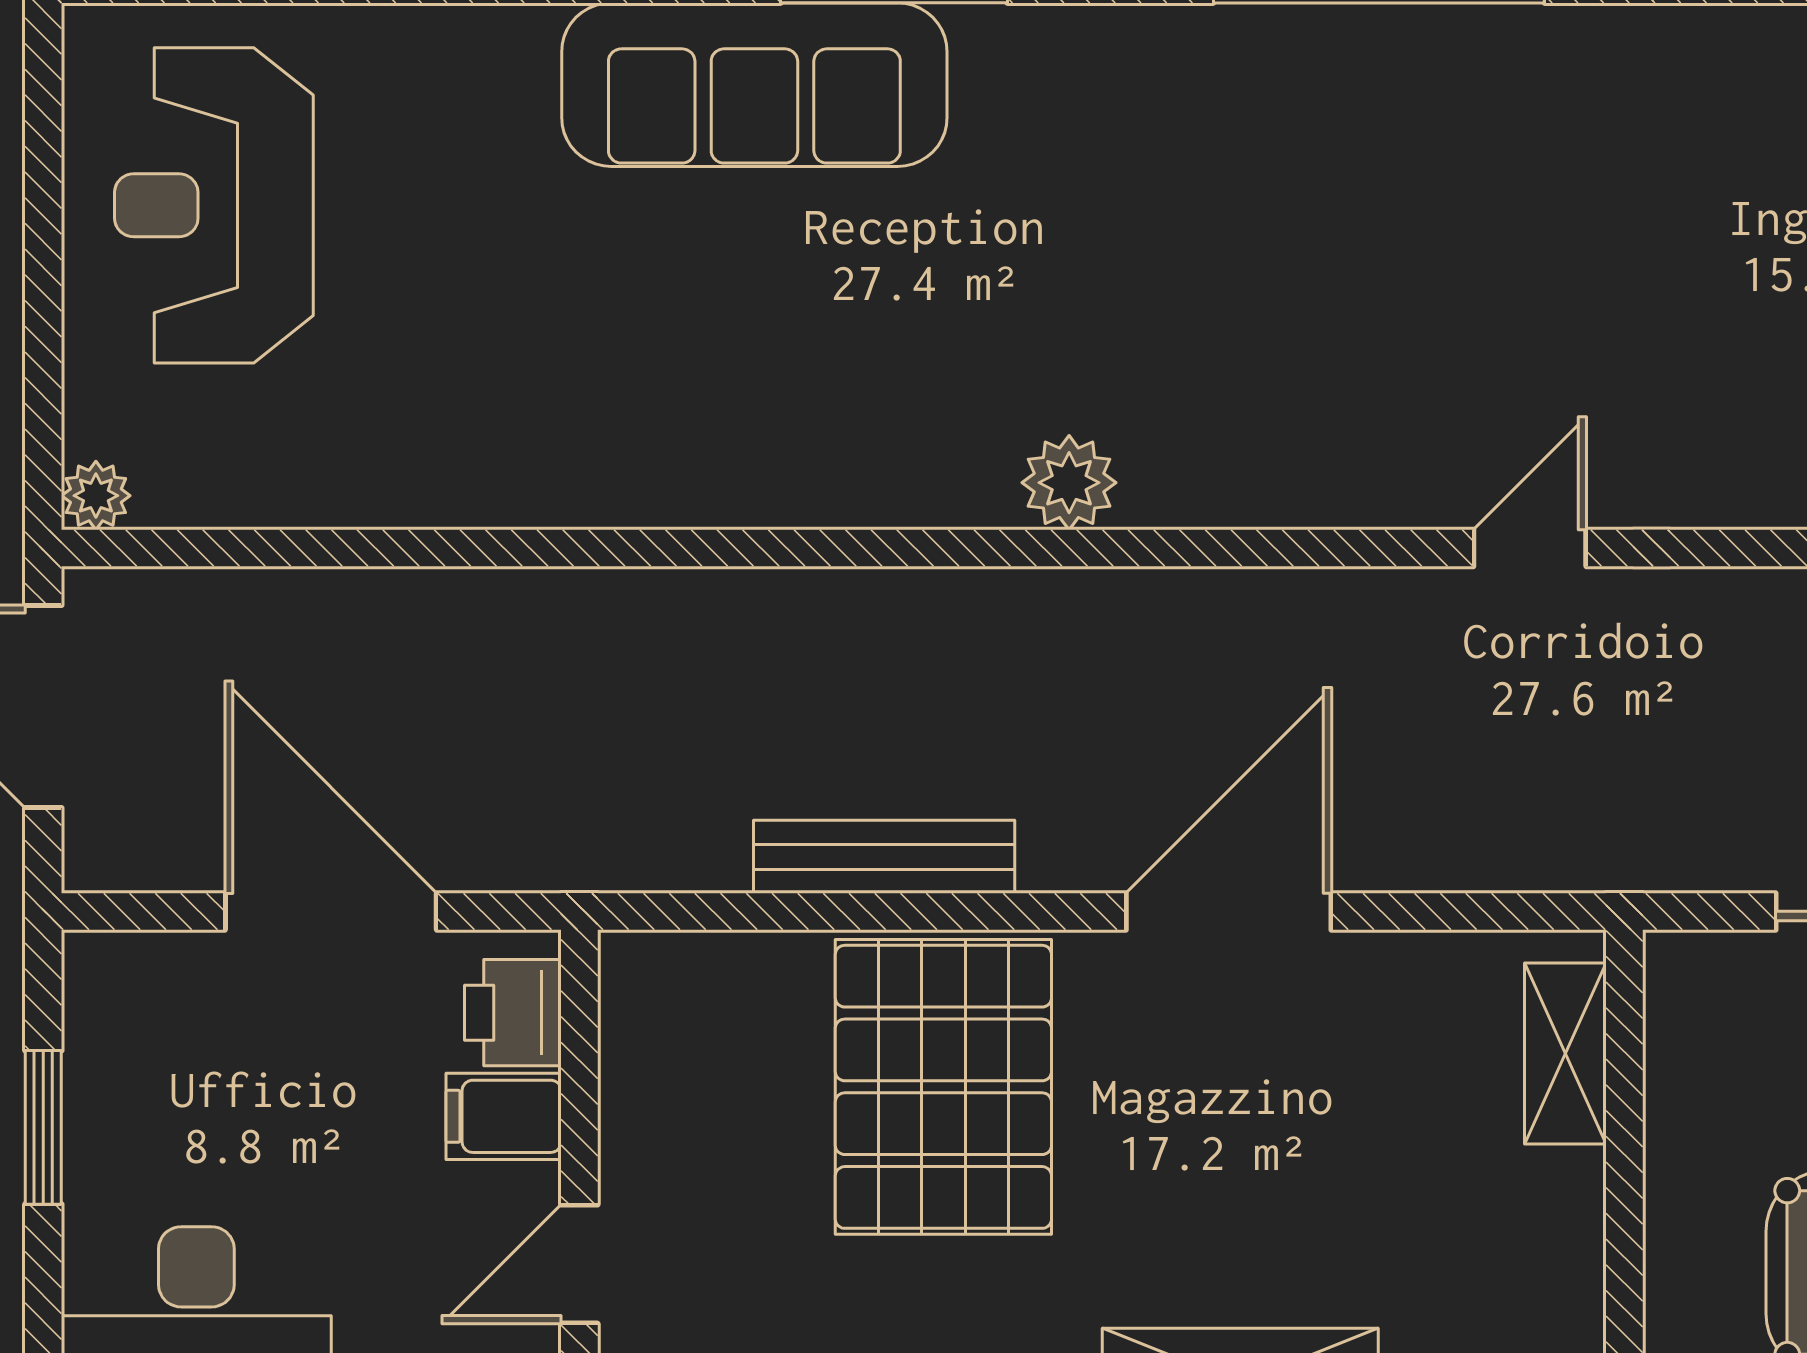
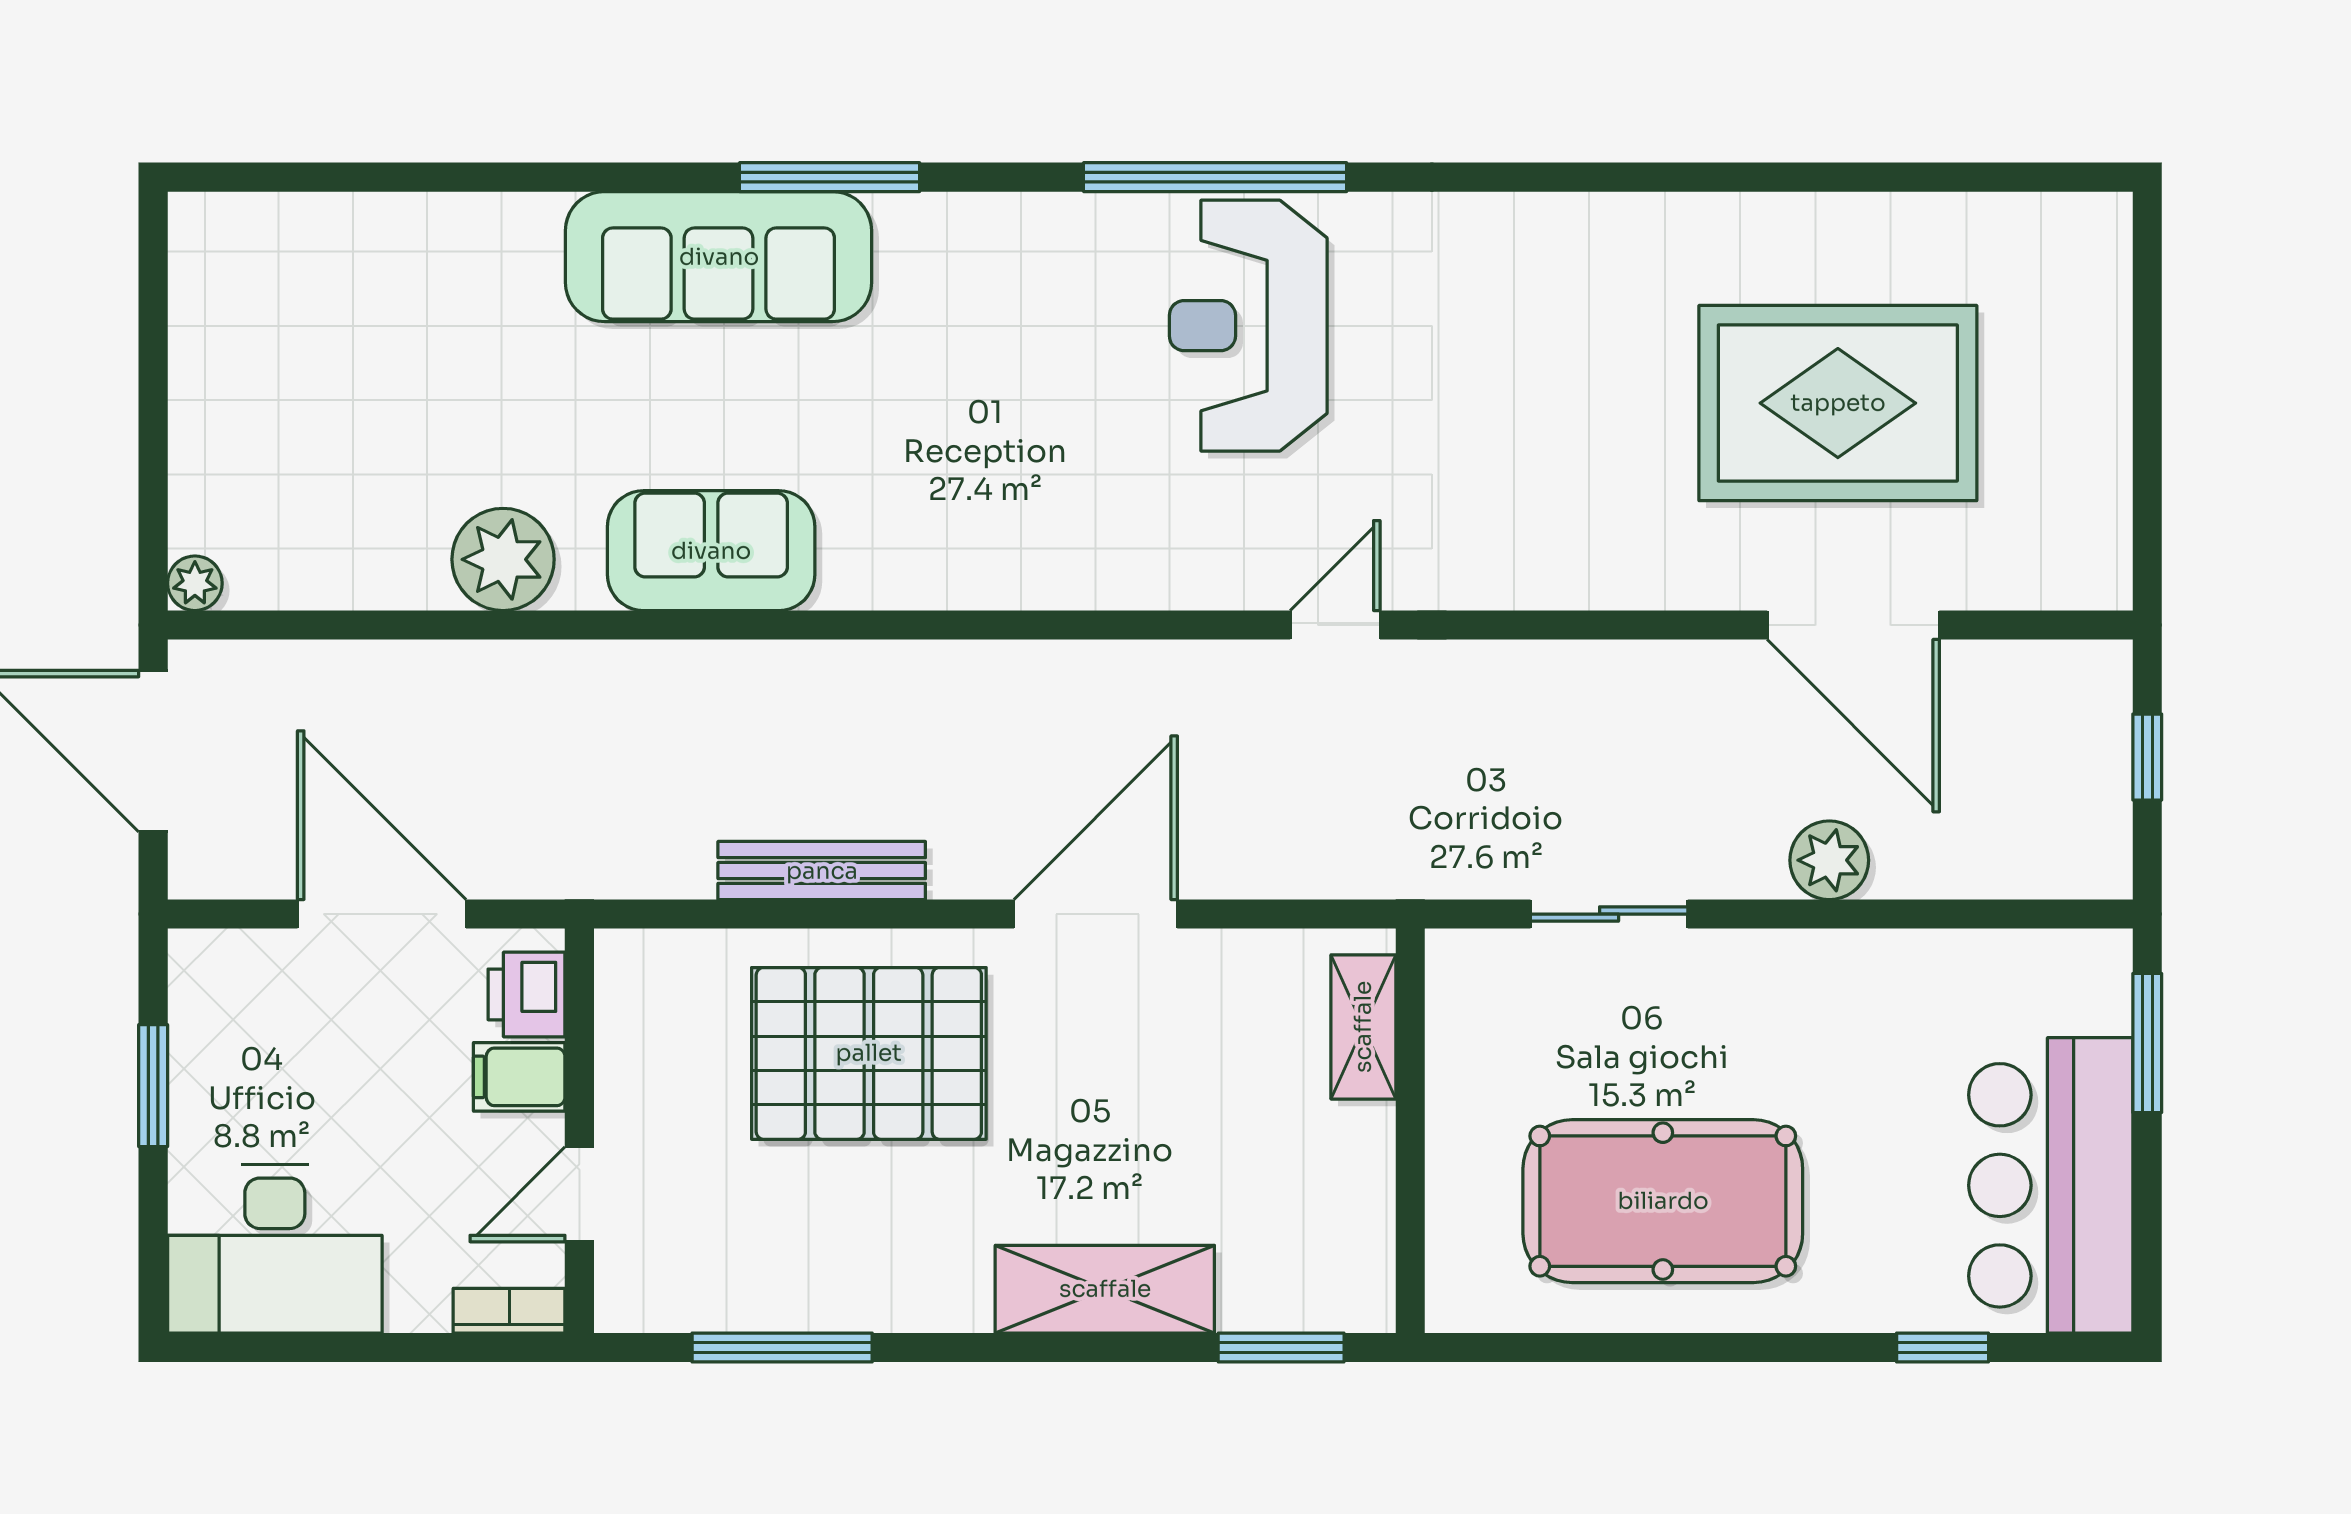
reception desk: (214, 205) -> (1248, 326), moved
sofa: (745, 454) -> (711, 551), added
plant: (1069, 483) -> (503, 559), moved, width x1.36, depth x1.36
pallet: (943, 1087) -> (869, 1053), turned 90

